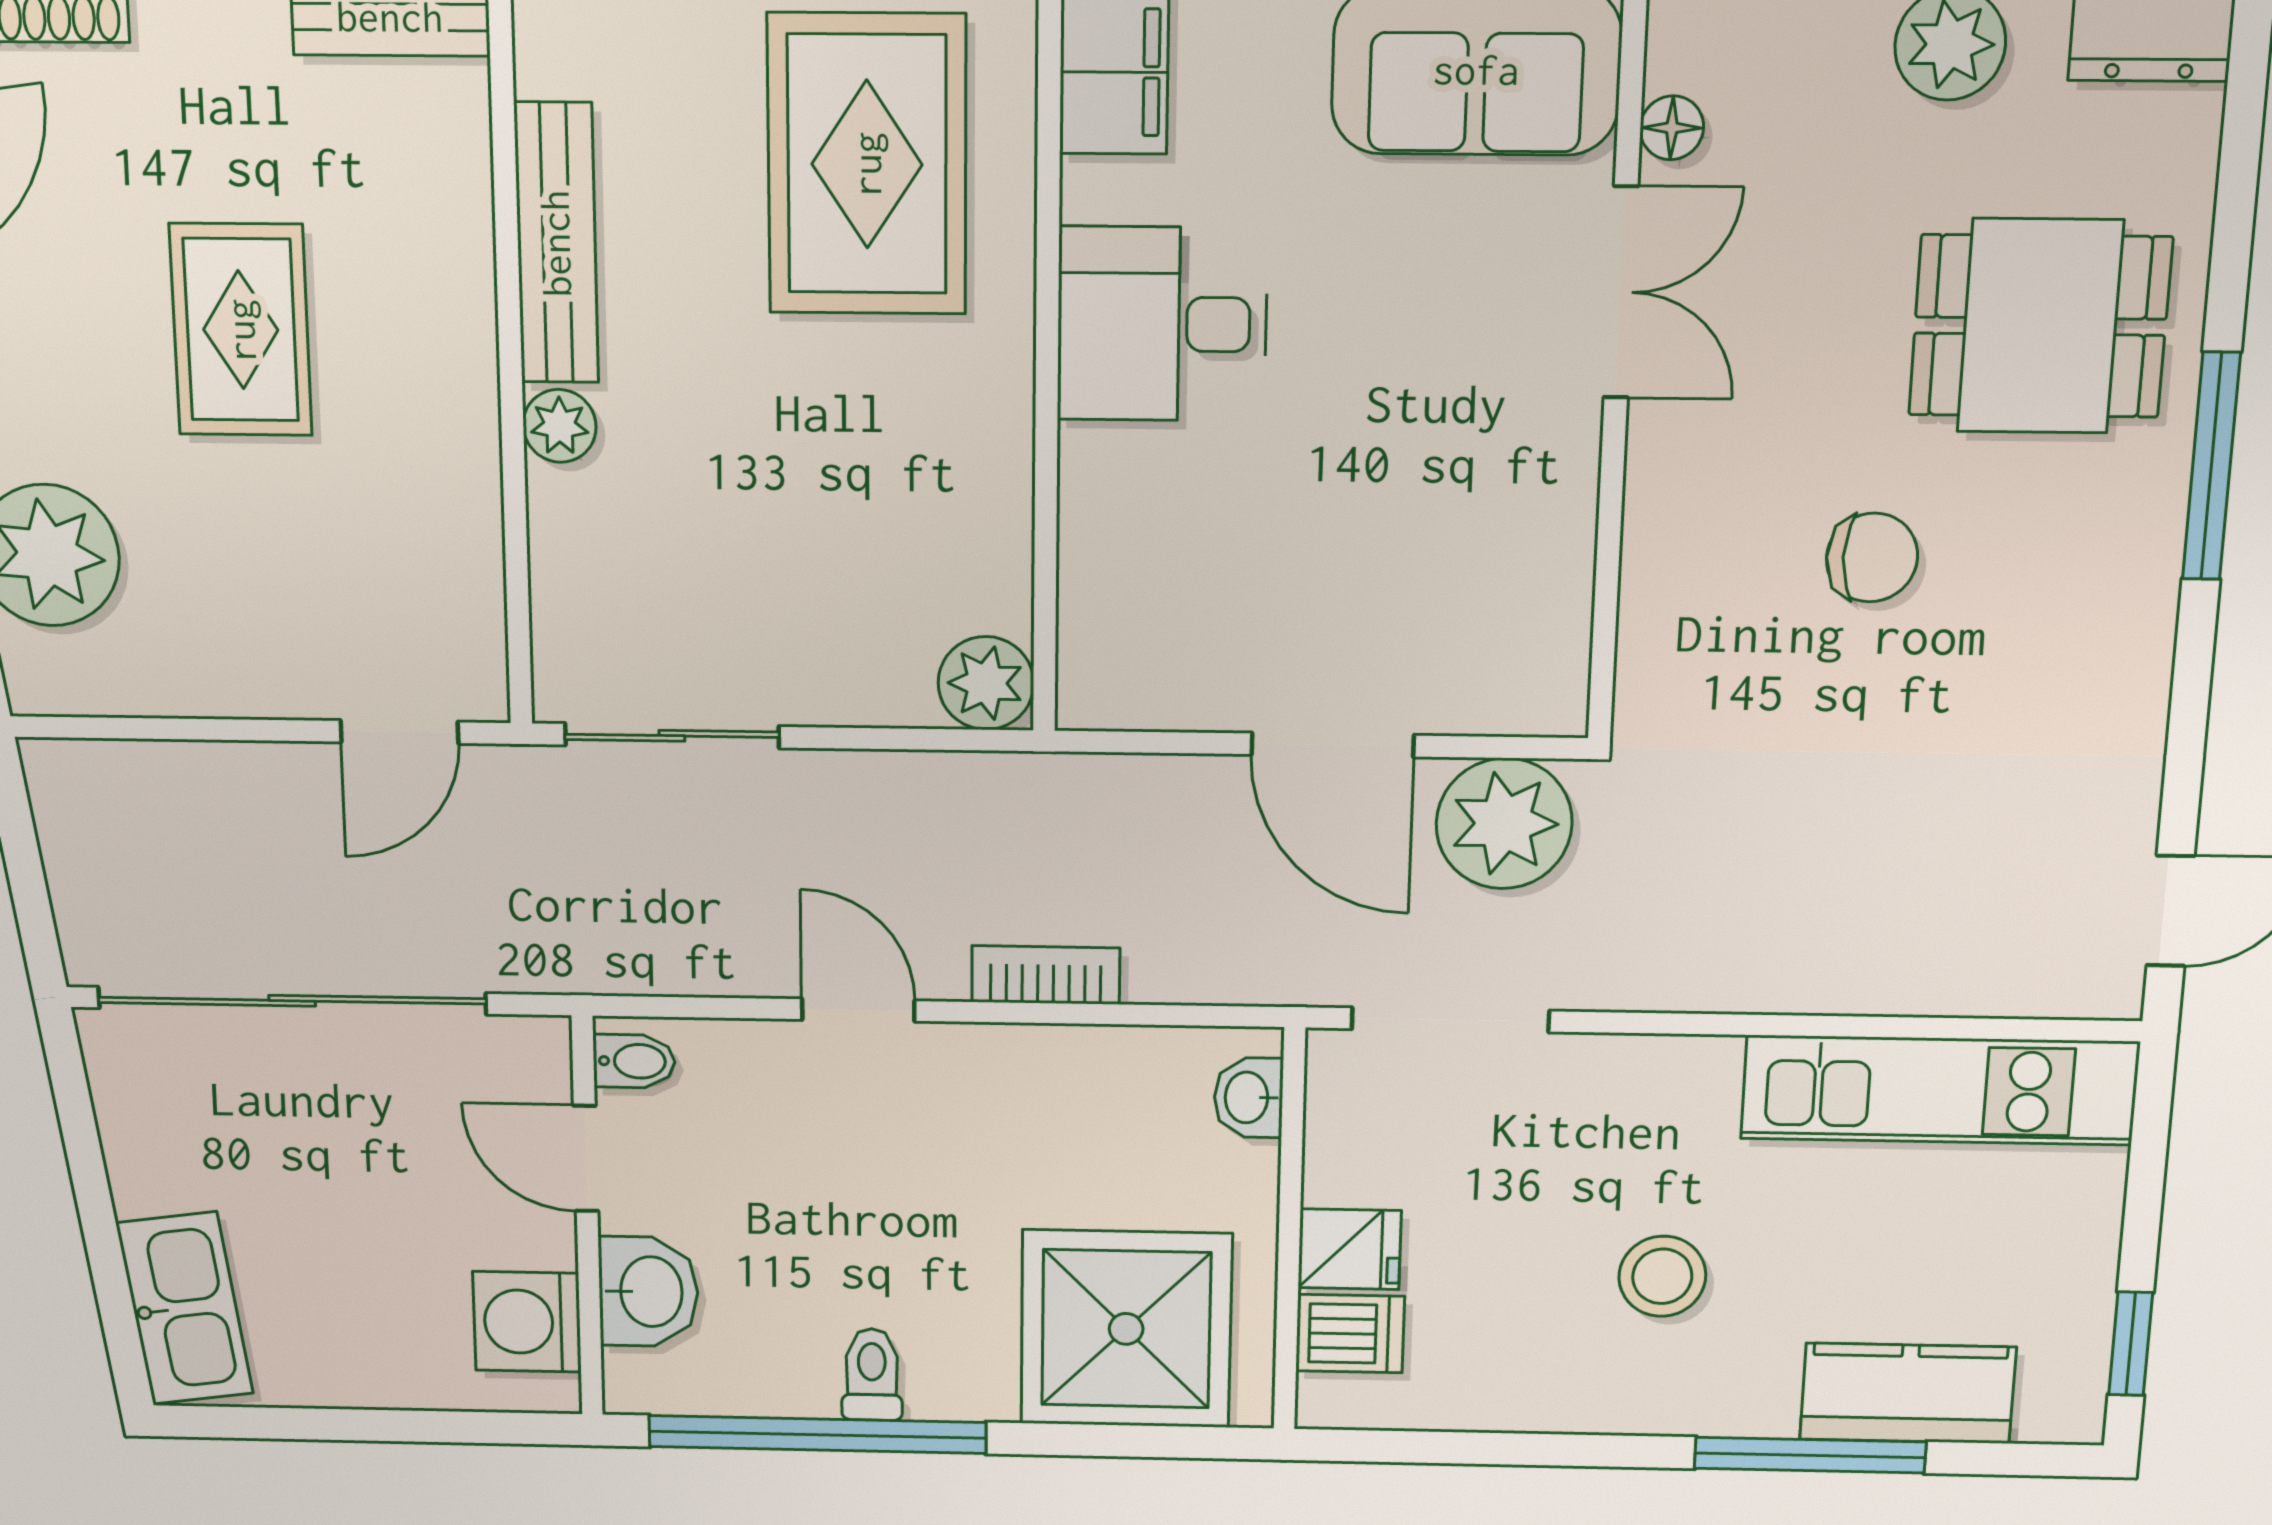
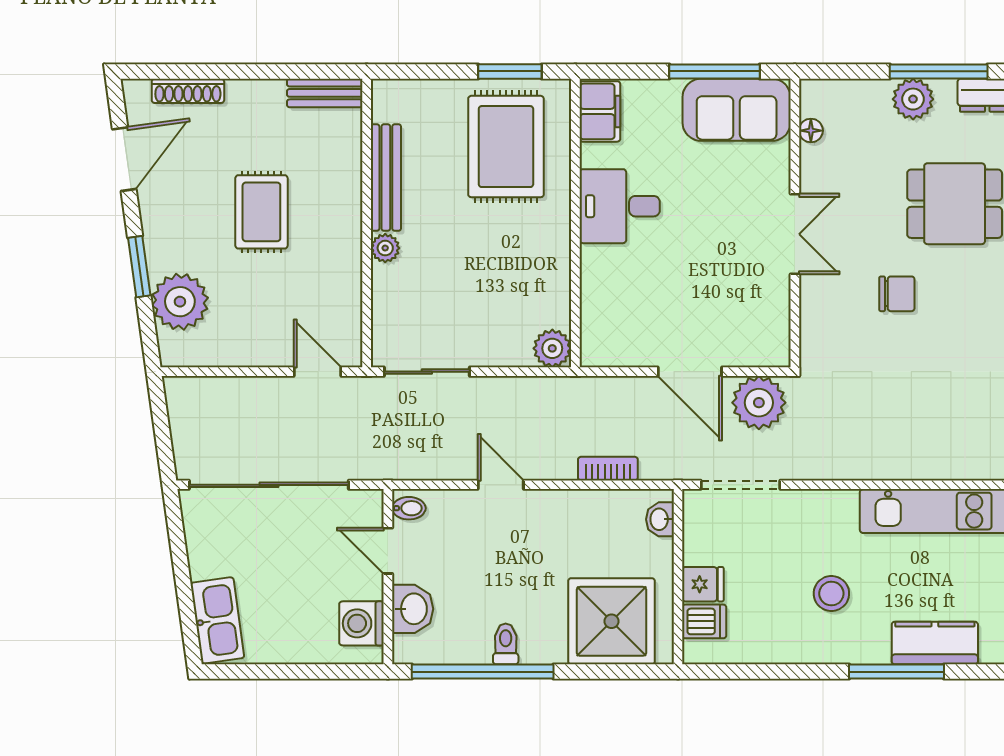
double door: (1621, 292) -> (795, 234), moved
door: (399, 732) -> (317, 372), swing flipped
bookcase: (1046, 975) -> (608, 469), moved

